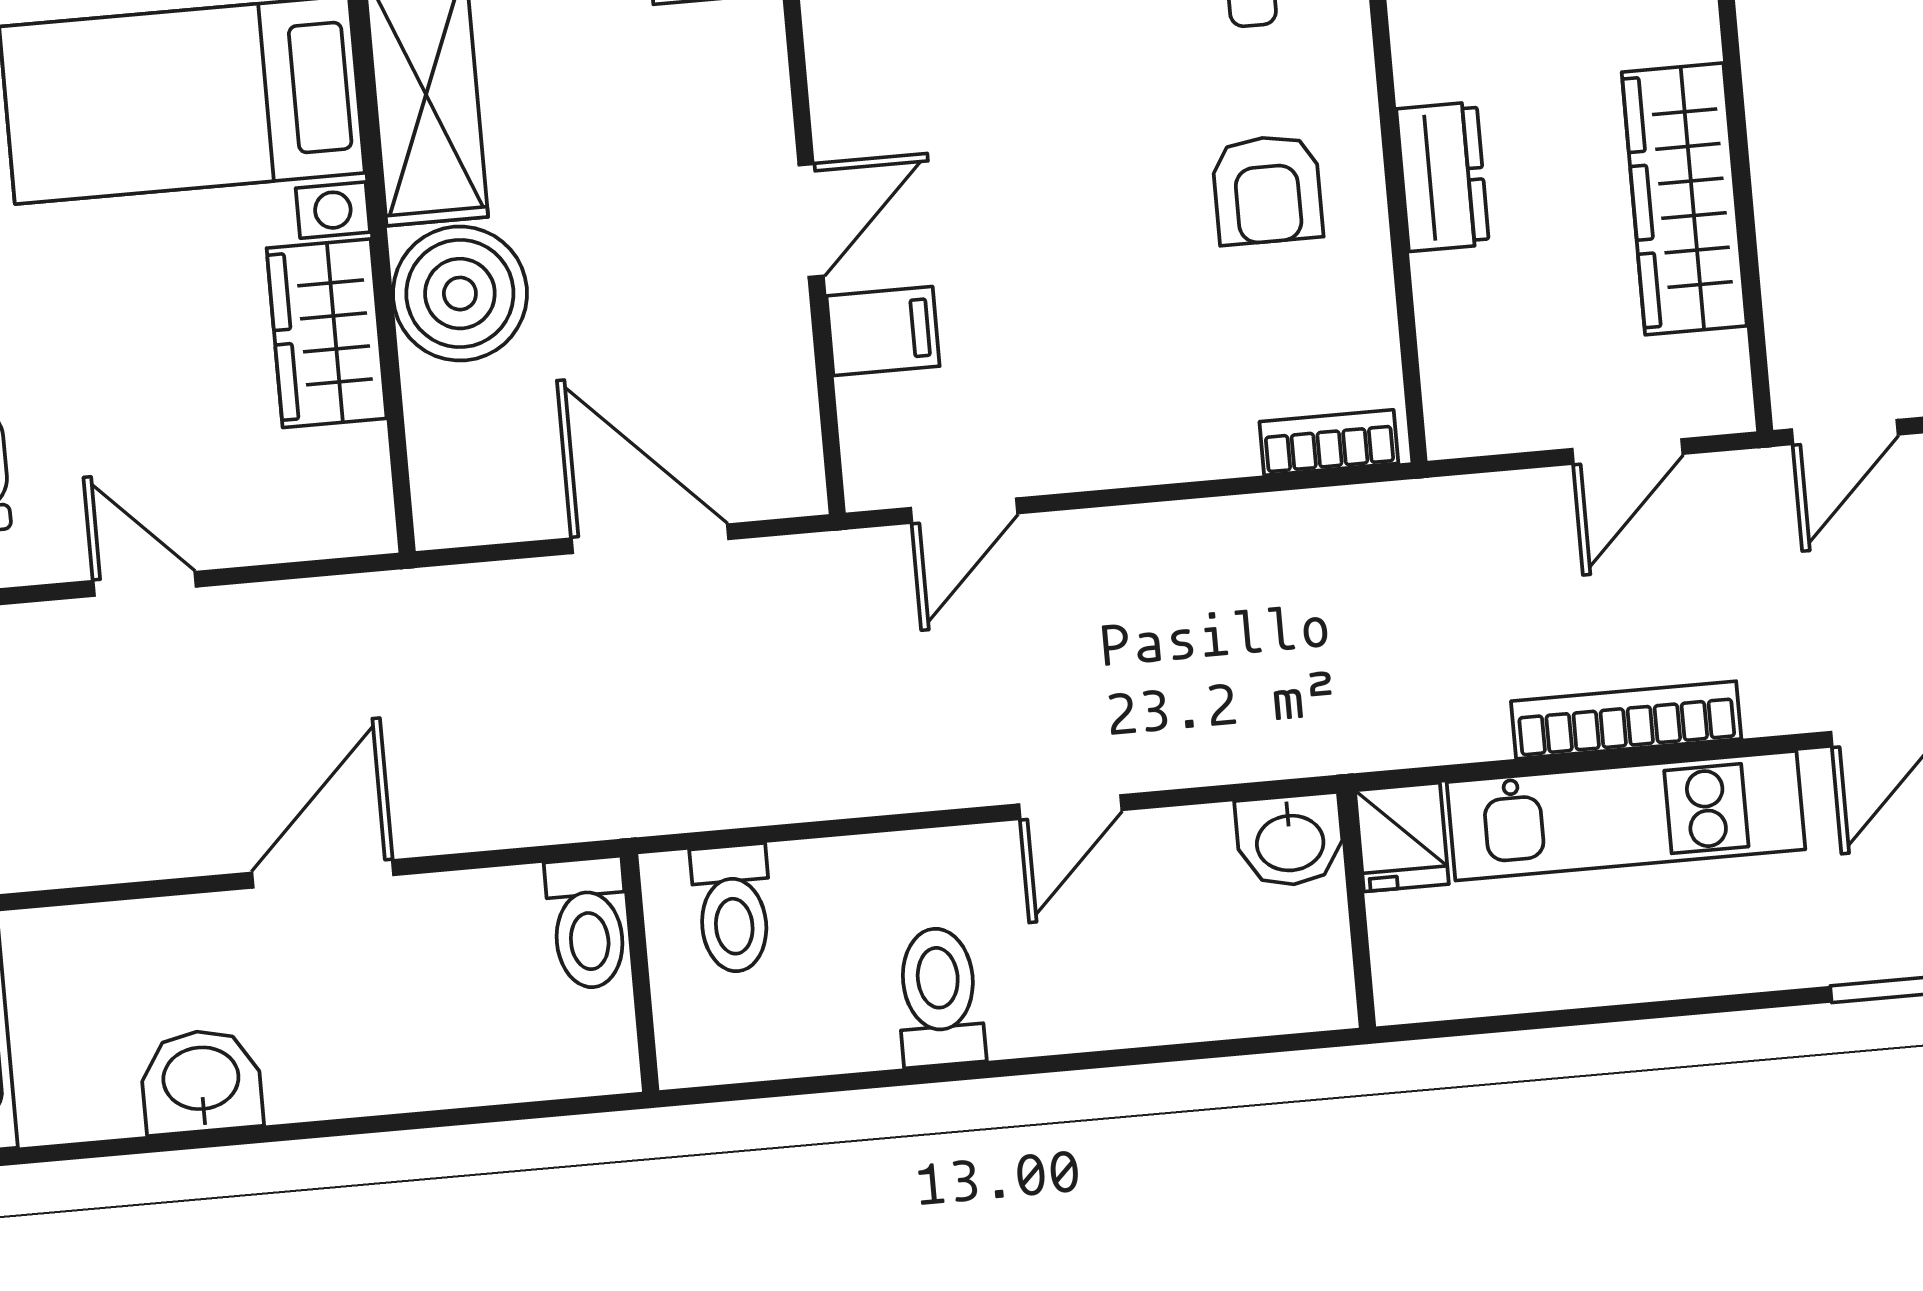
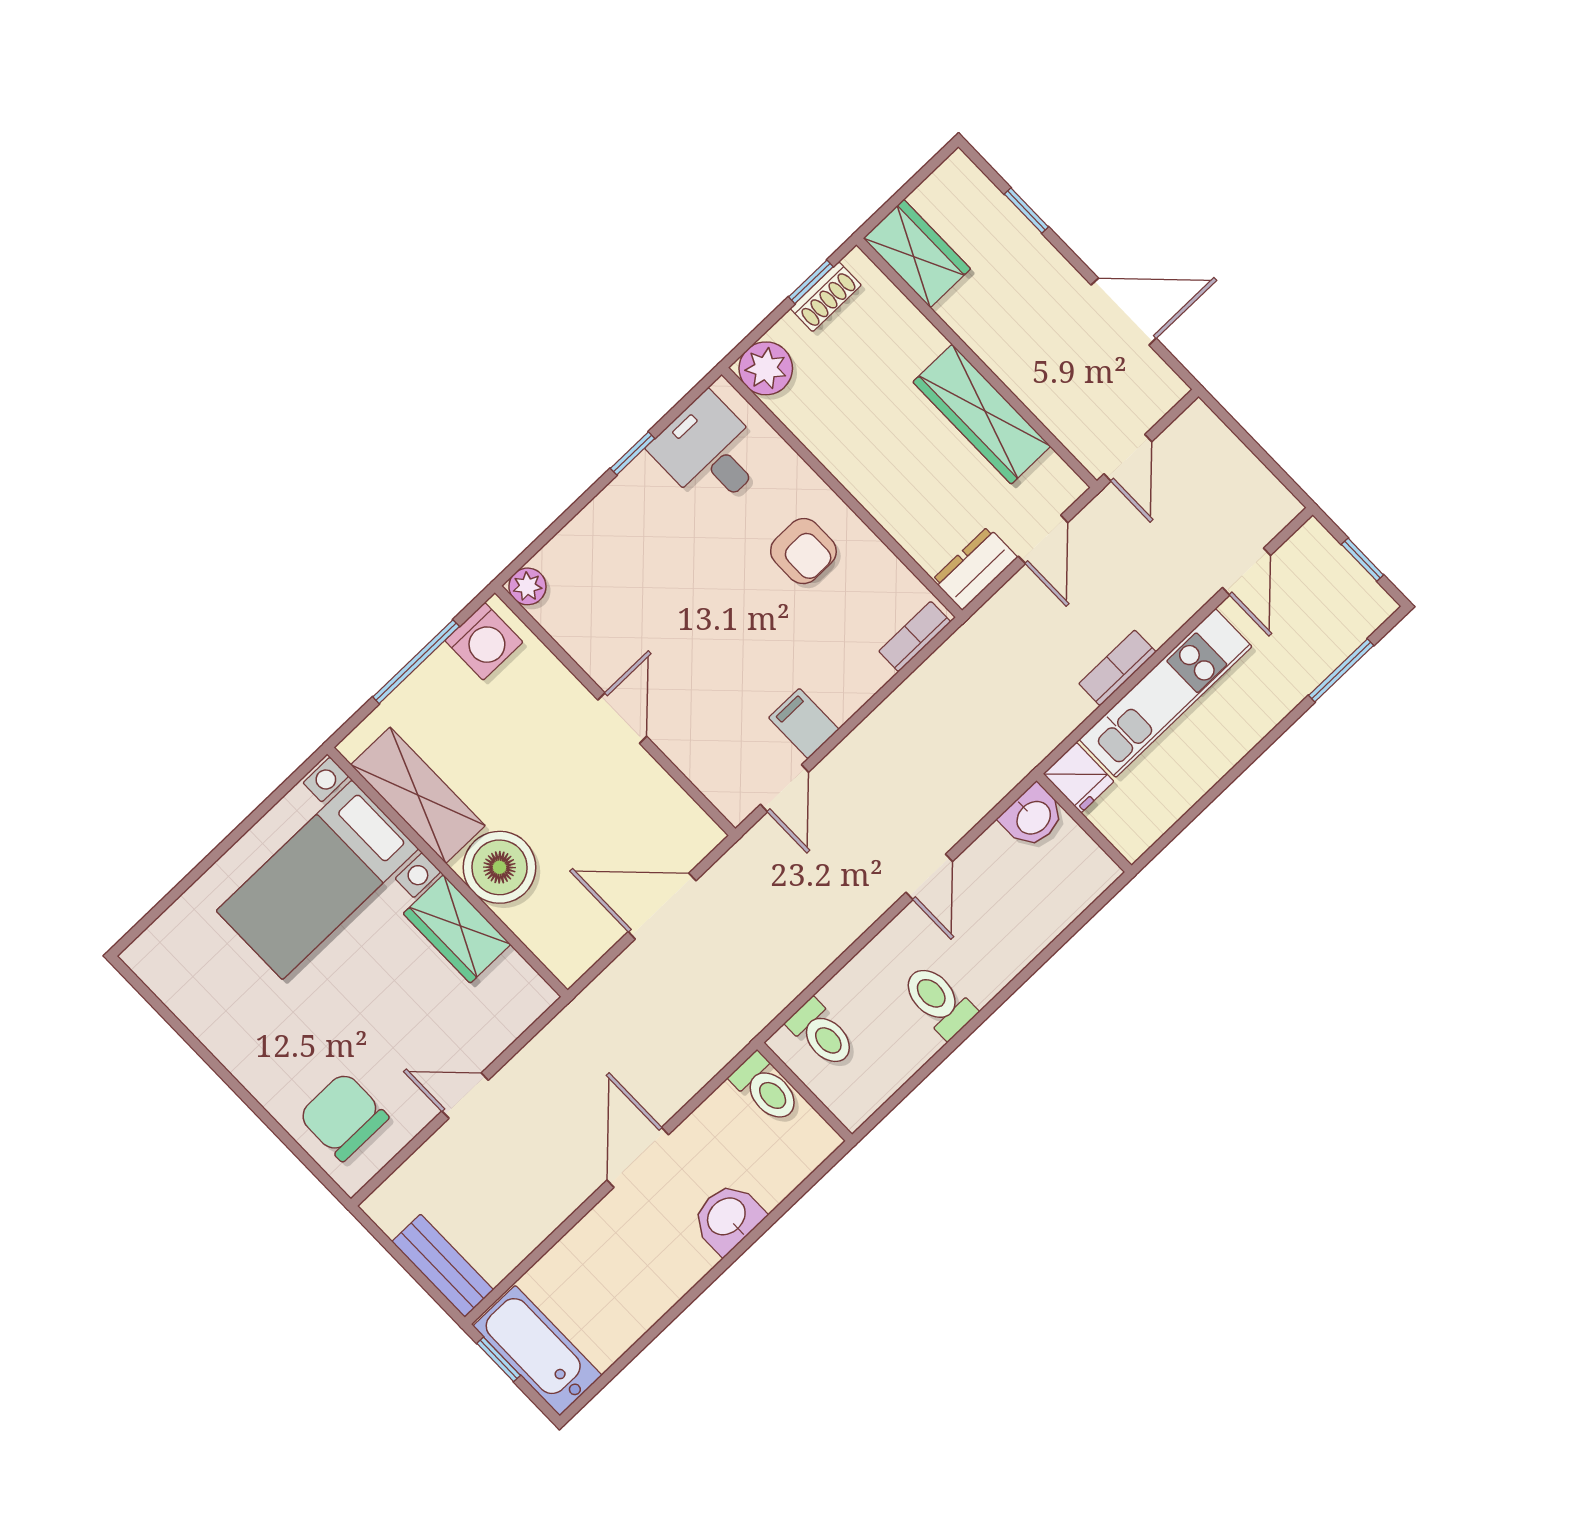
dresser: (1443, 177) -> (975, 568), moved, turned -90
filing cabinet: (883, 331) -> (804, 724), moved, turned -90
bookcase: (1626, 720) -> (1117, 668), width x0.64
washbasin: (201, 1081) -> (727, 1217), moved

